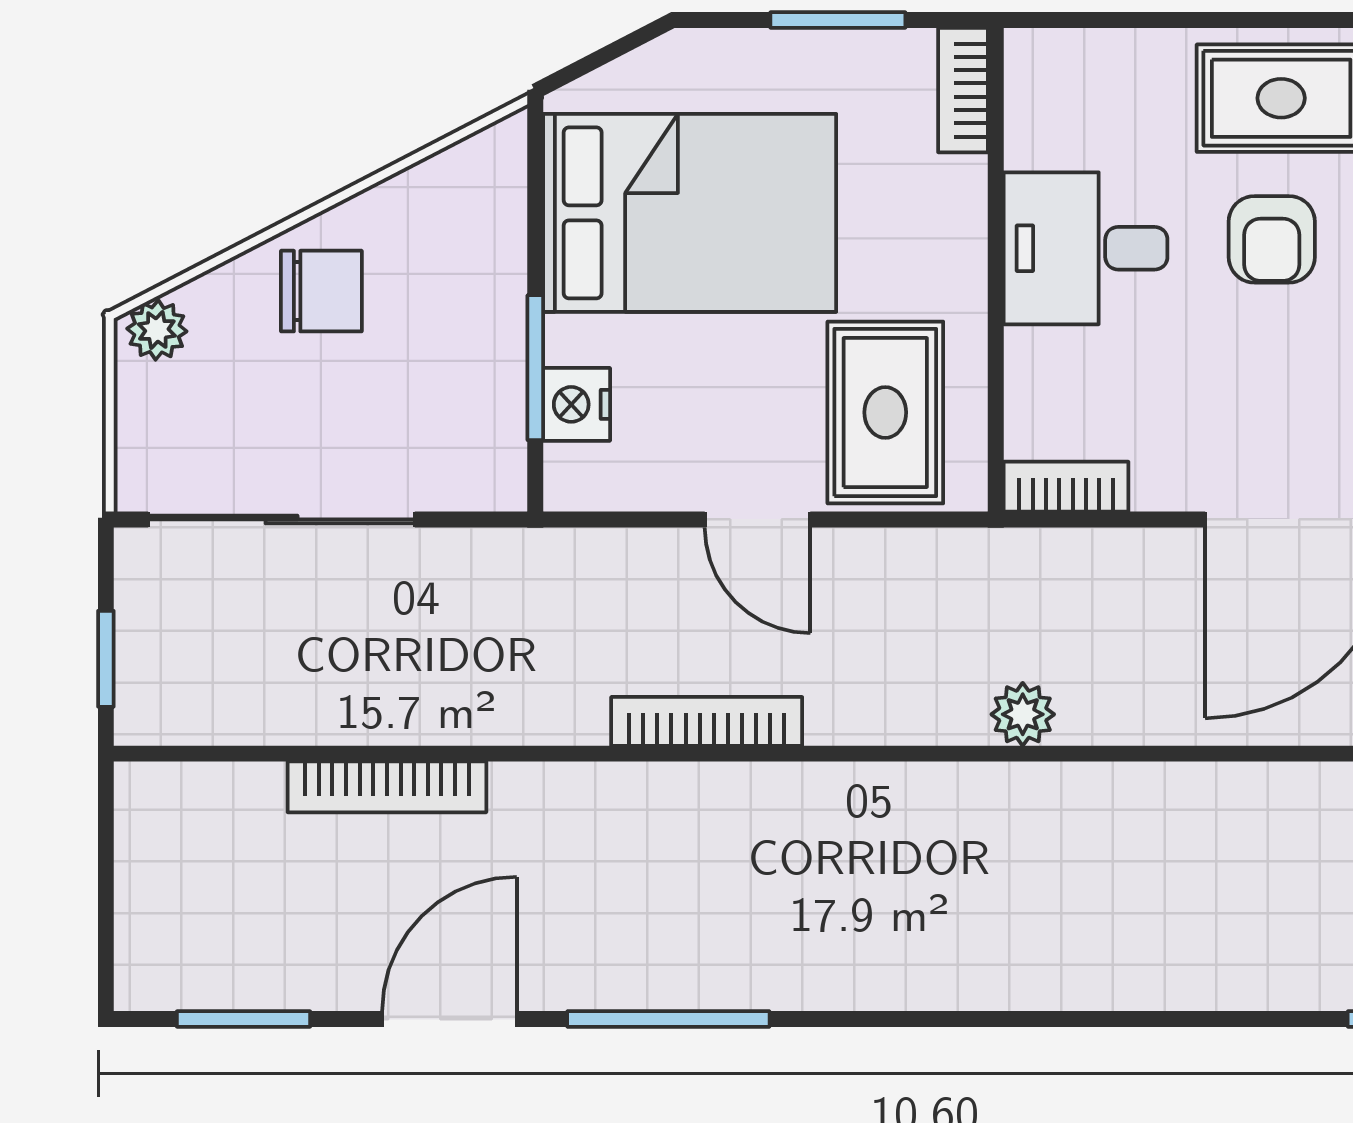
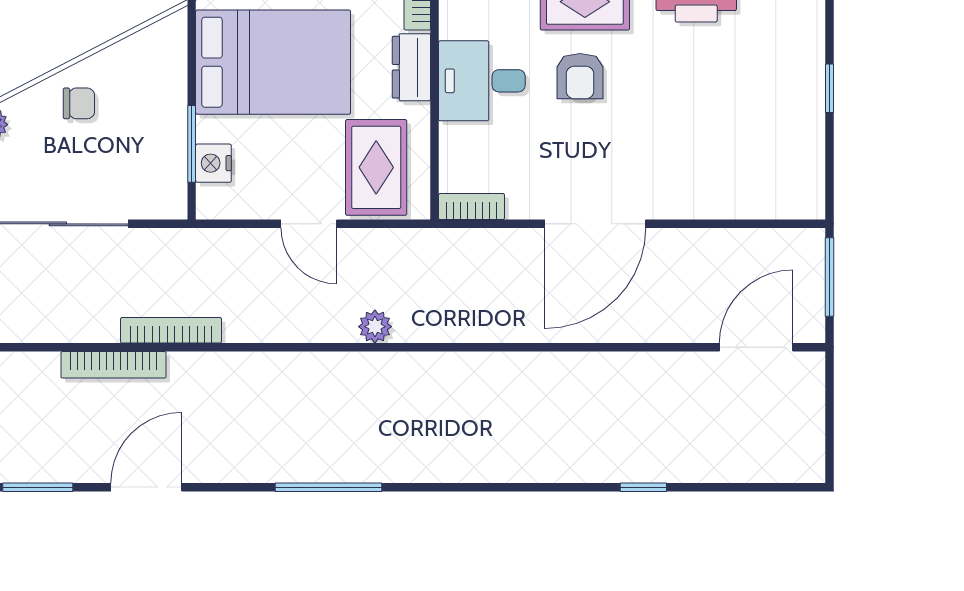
dresser: (952, 223) -> (411, 67), added
chair: (321, 291) -> (79, 103), width x0.73, depth x0.73
plant: (1023, 714) -> (375, 327), moved
bookcase: (707, 721) -> (171, 330), moved
window: (668, 1019) -> (329, 487), moved

